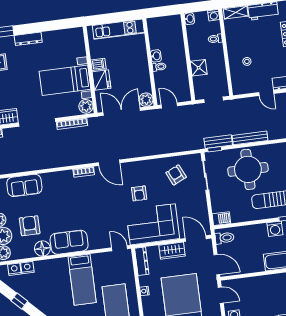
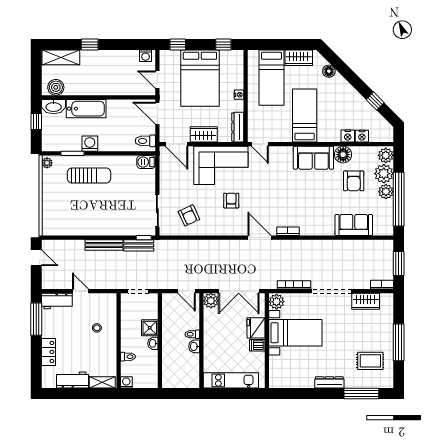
washbasin: (189, 19) -> (153, 343), moved
round table: (248, 169) -> (111, 211), removed
nightstand: (14, 269) -> (348, 136), moved

